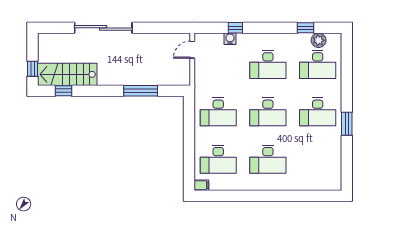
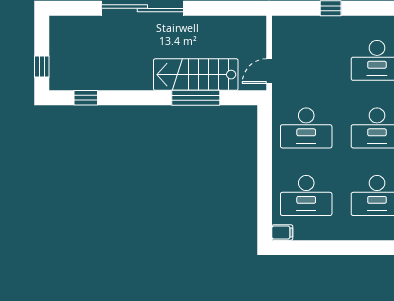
water cooler: (230, 39) -> (323, 24), removed
door: (192, 50) -> (269, 71), moved
stairs: (67, 74) -> (196, 75), moved

